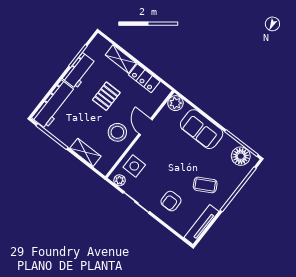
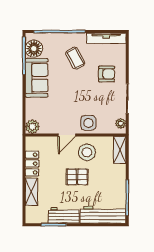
pallet: (106, 96) -> (77, 177), moved
sofa: (202, 129) -> (37, 78), moved
shelving: (85, 152) -> (120, 150), moved
side table: (134, 166) -> (88, 123), moved

